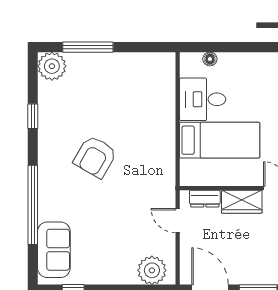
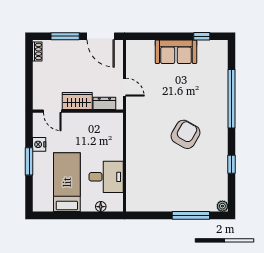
plant: (52, 66) -> (222, 206), width x0.53, depth x0.53
bed: (220, 140) -> (67, 182), moved, turned 90
sofa: (54, 250) -> (176, 52), moved, turned -90
plant: (152, 270) -> (144, 50), removed

